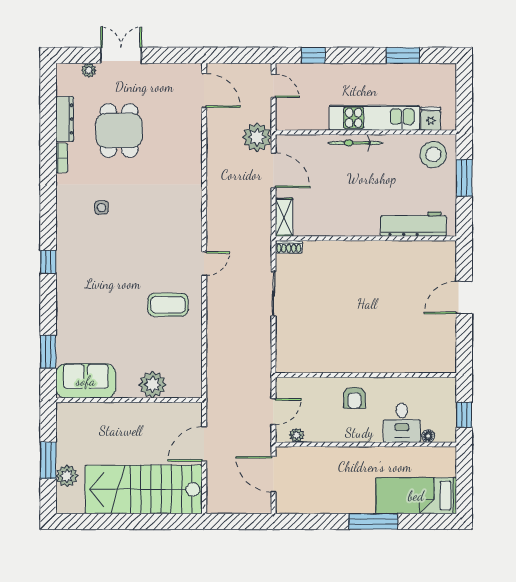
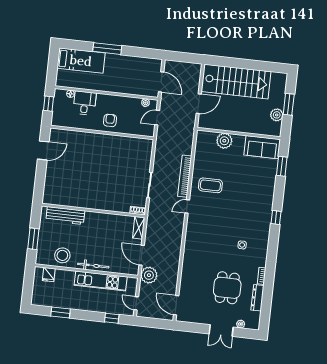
kitchen unit: (374, 118) -> (101, 281), moved
stool: (433, 155) -> (62, 255), moved
door: (464, 298) -> (43, 150), moved
bookcase: (214, 316) -> (185, 176), added
plant: (67, 476) -> (277, 115), moved

